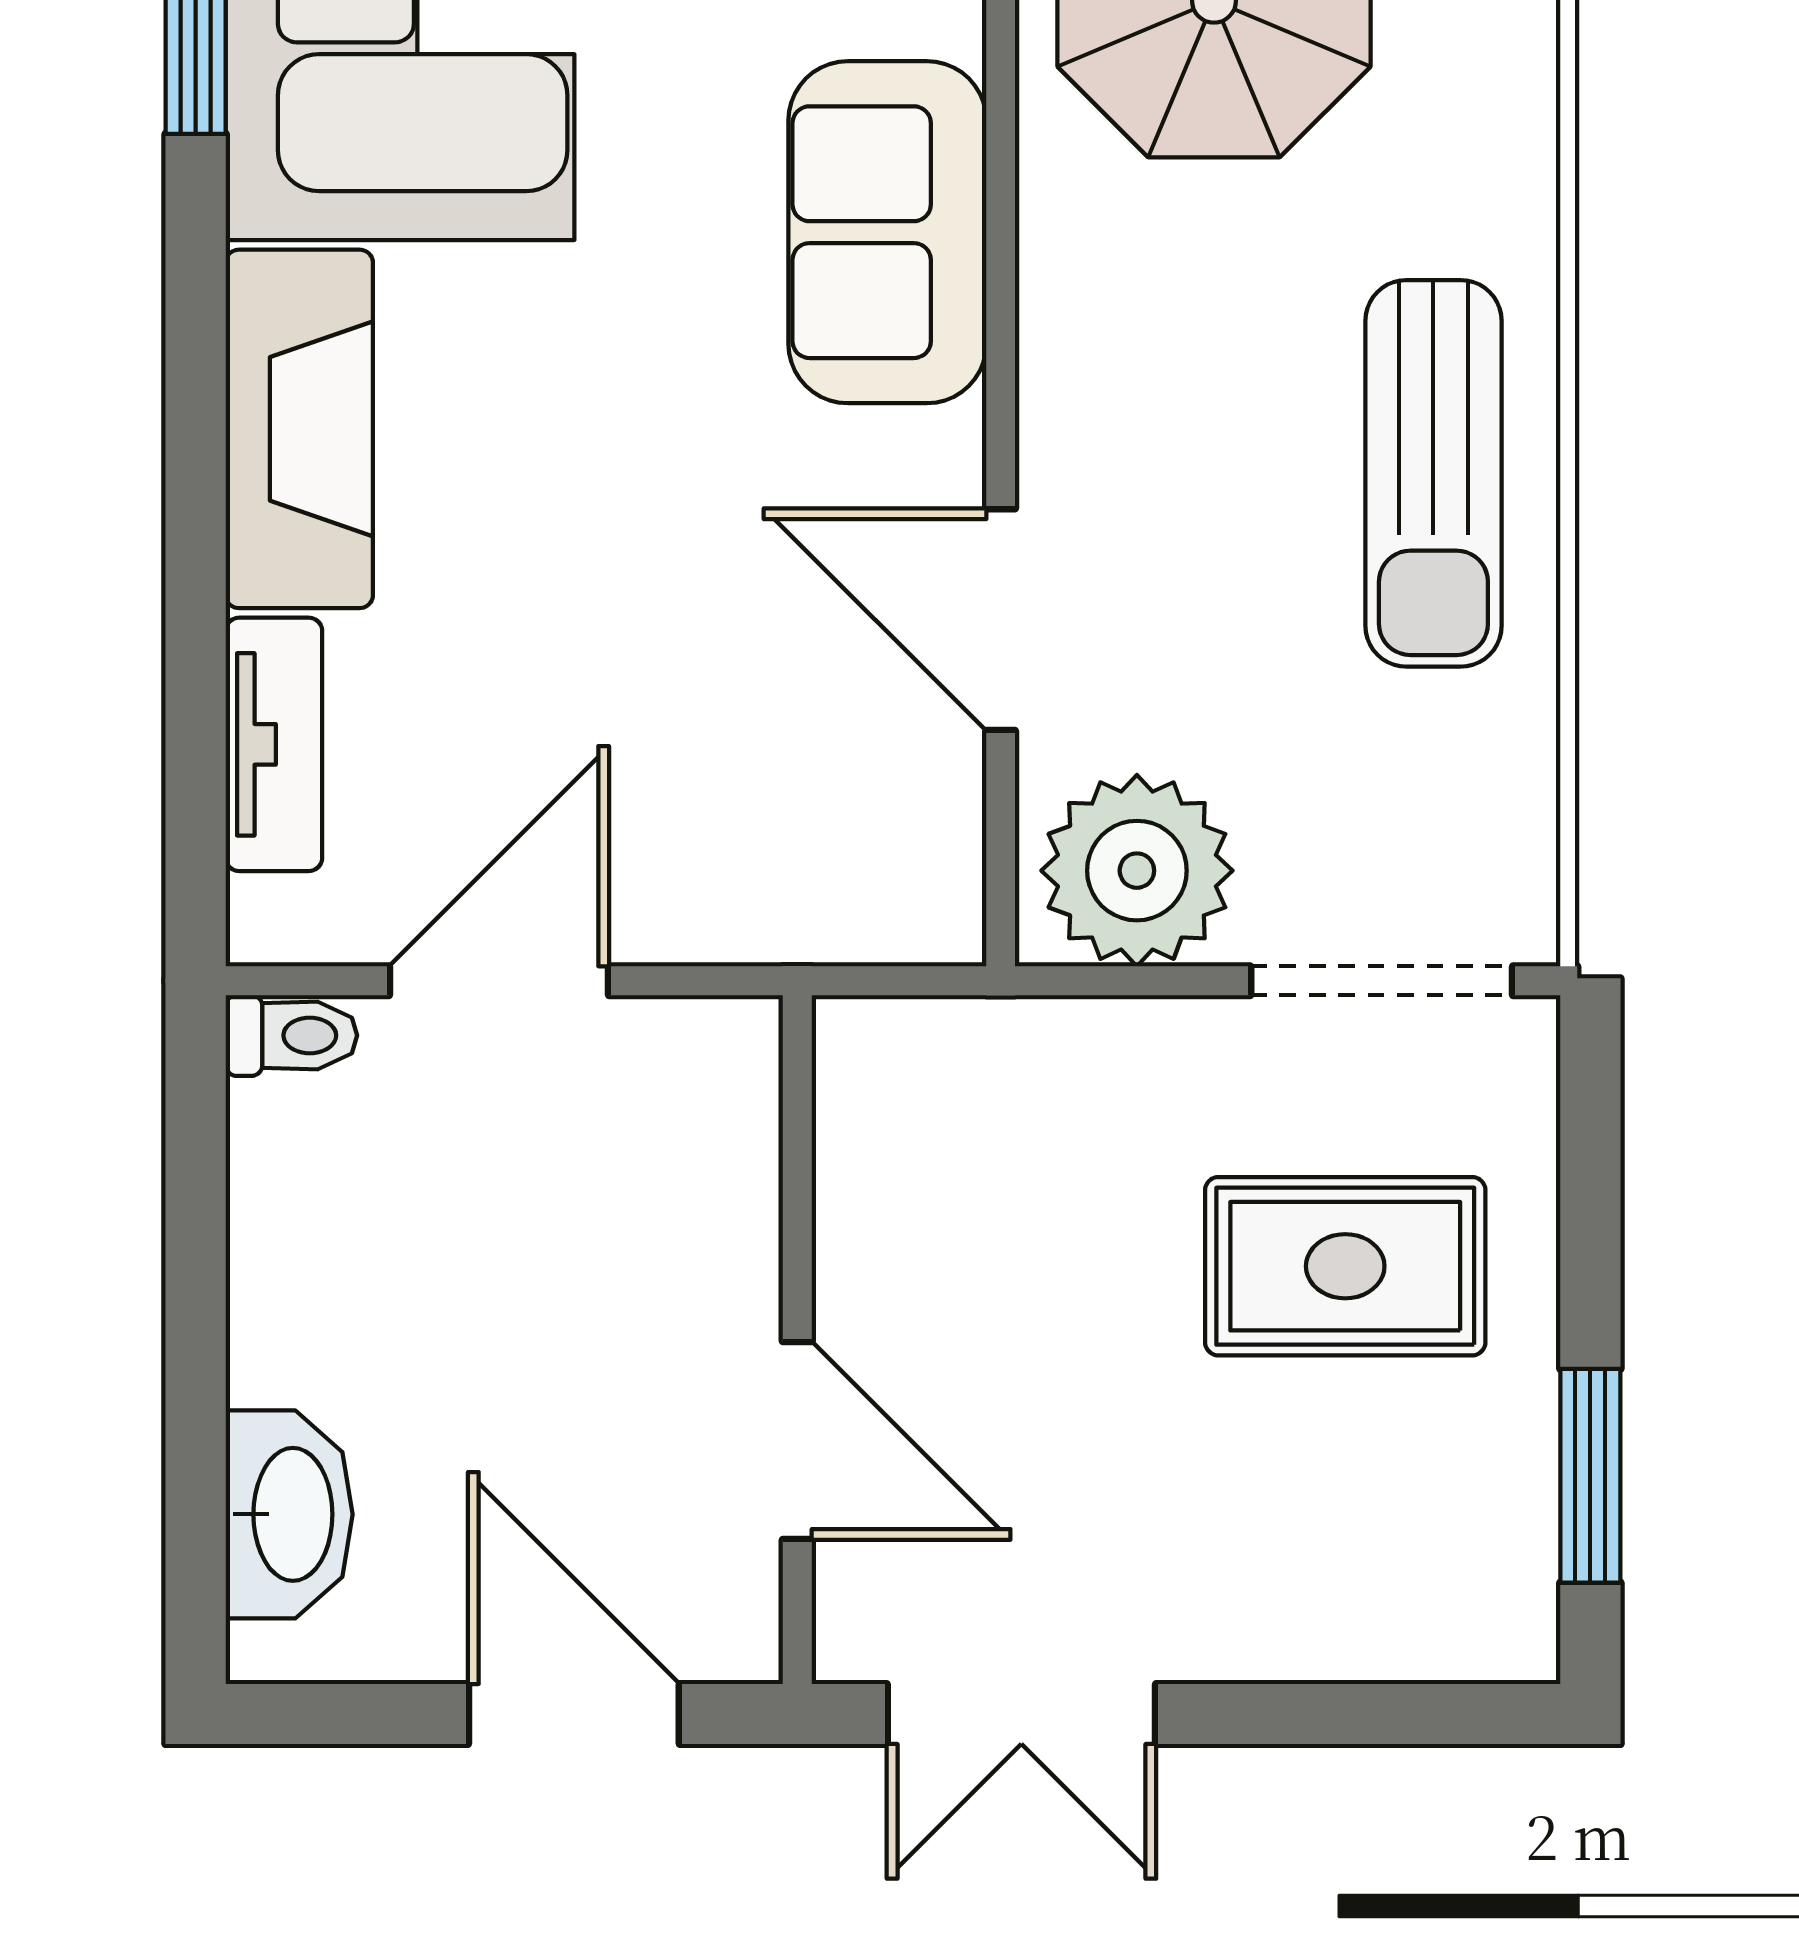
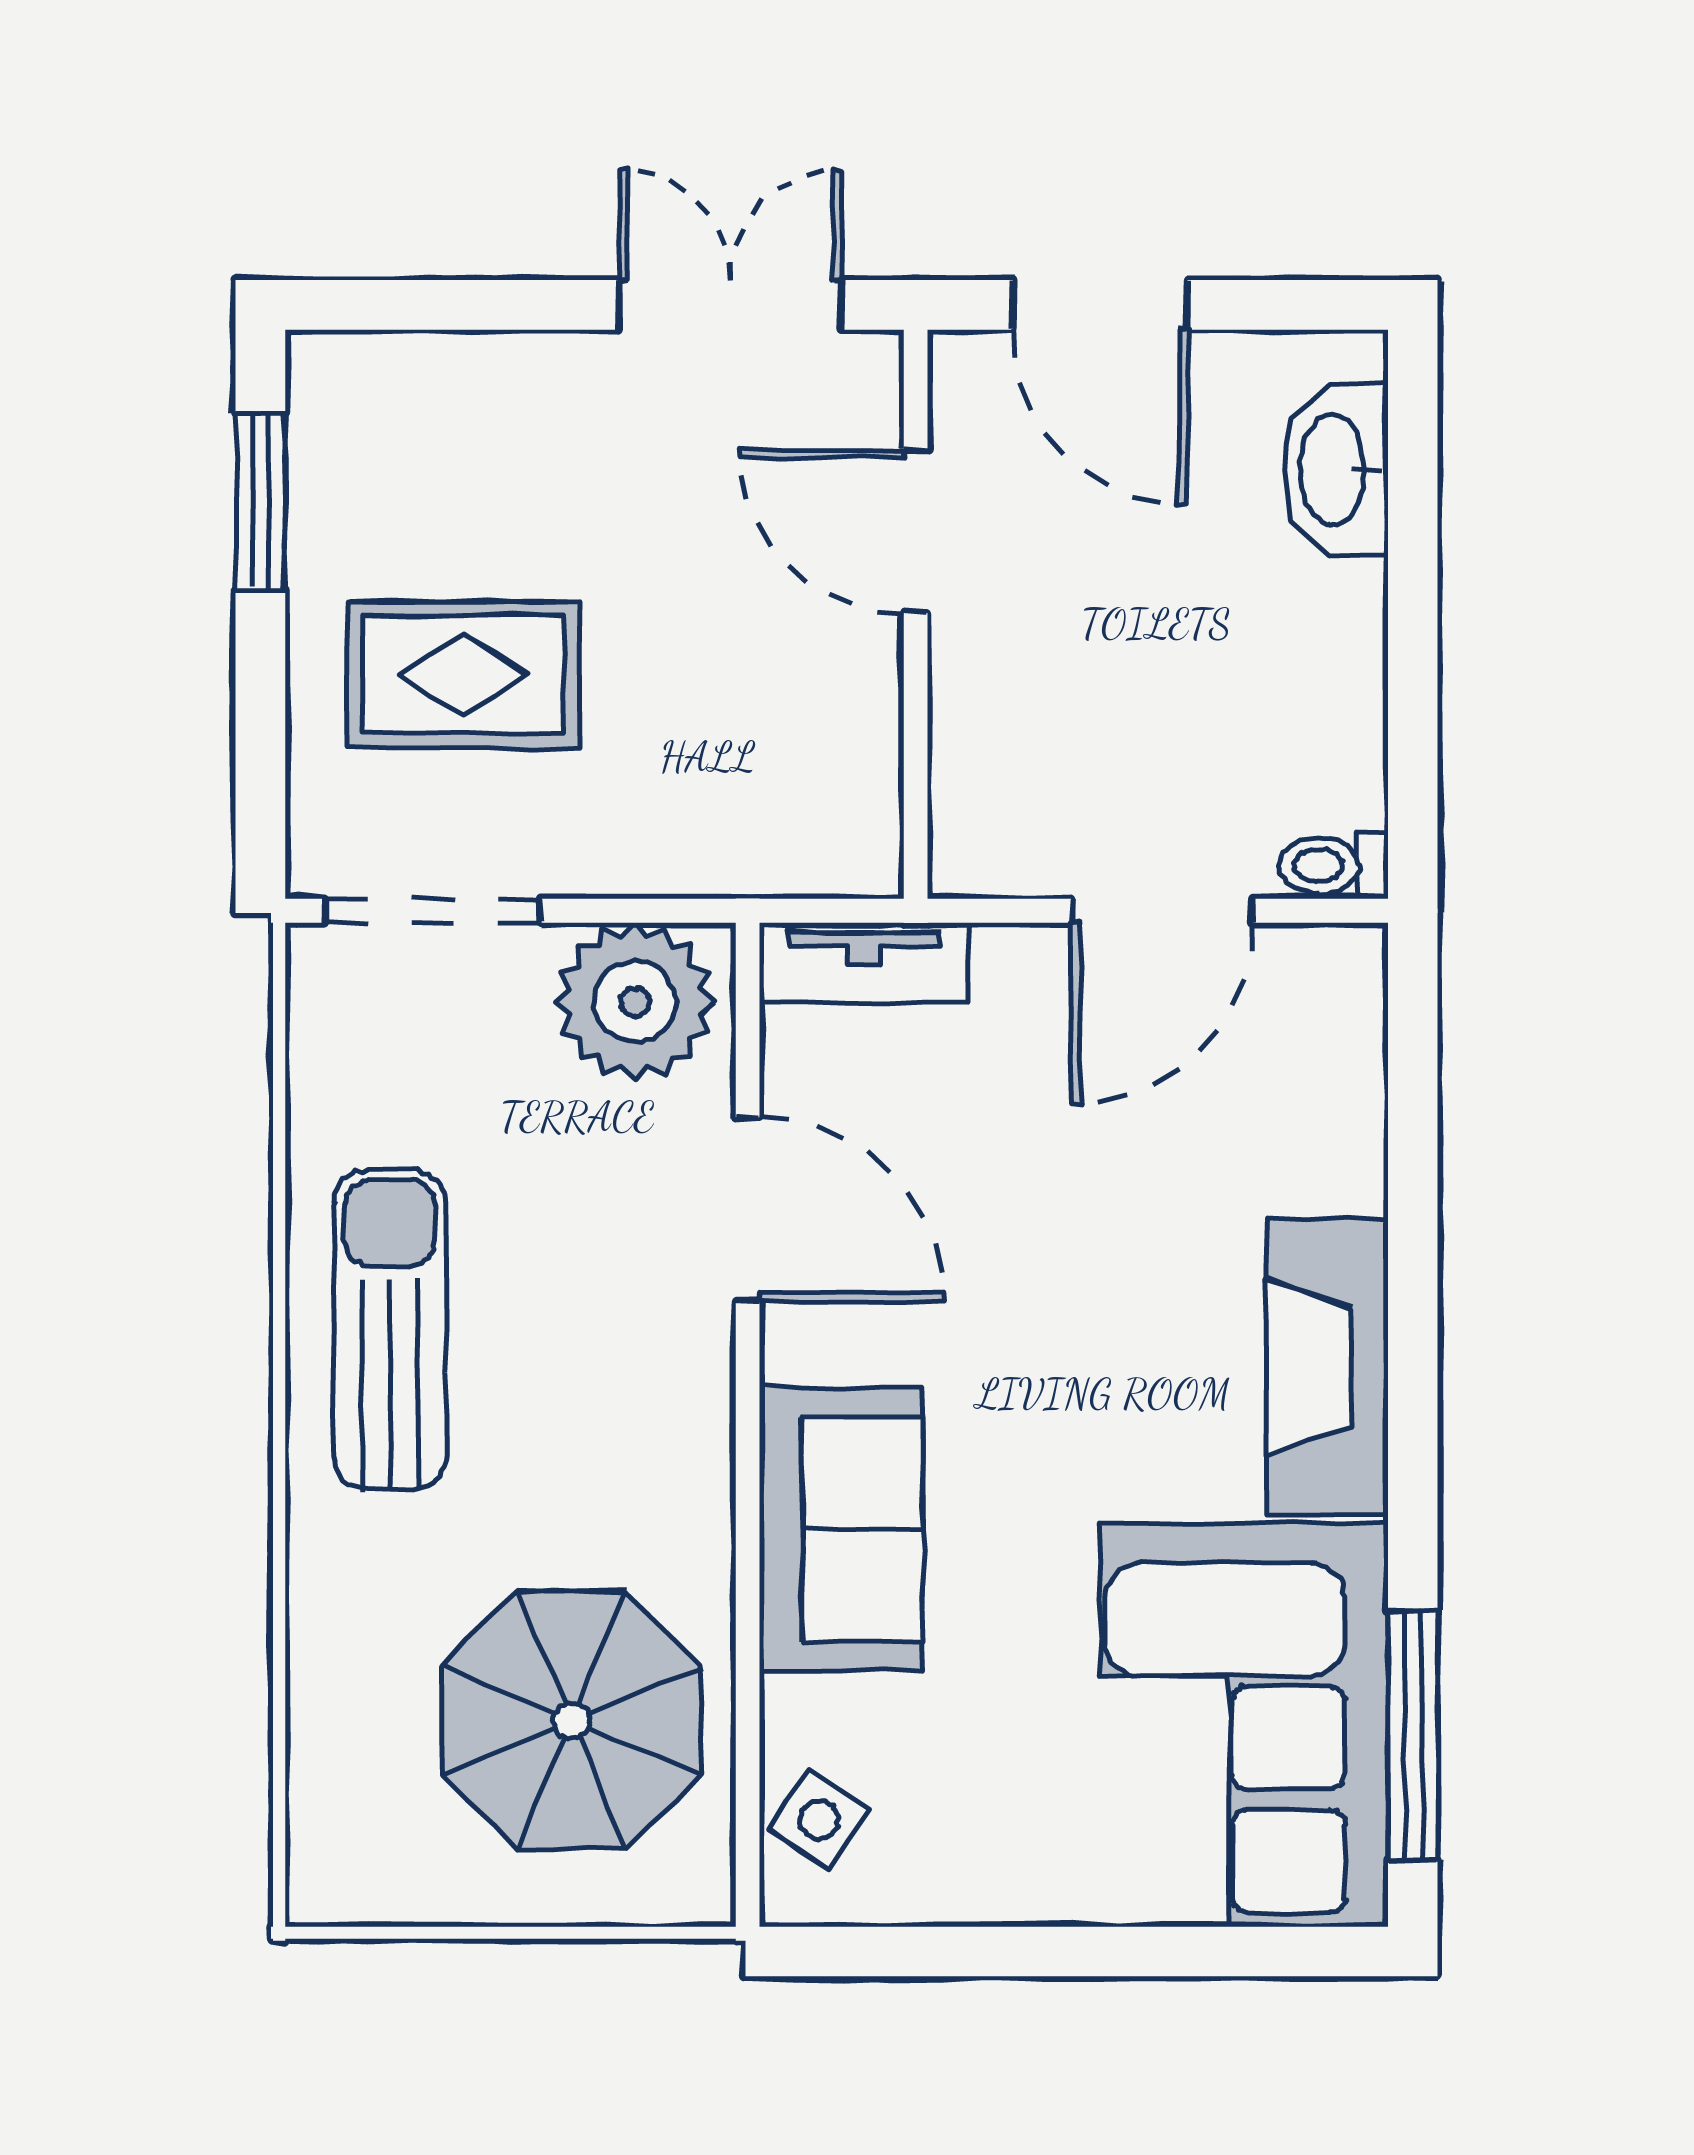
tv unit: (274, 744) -> (864, 963), moved, turned -90

